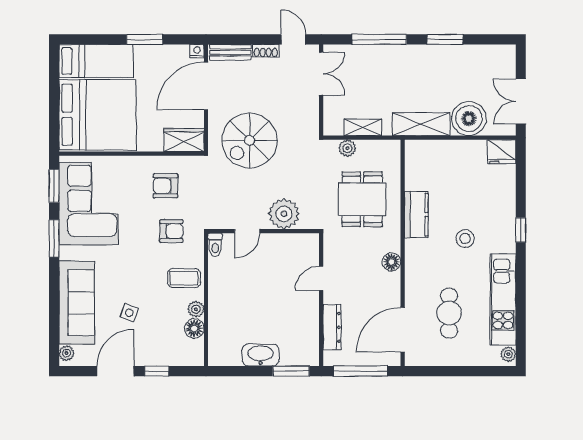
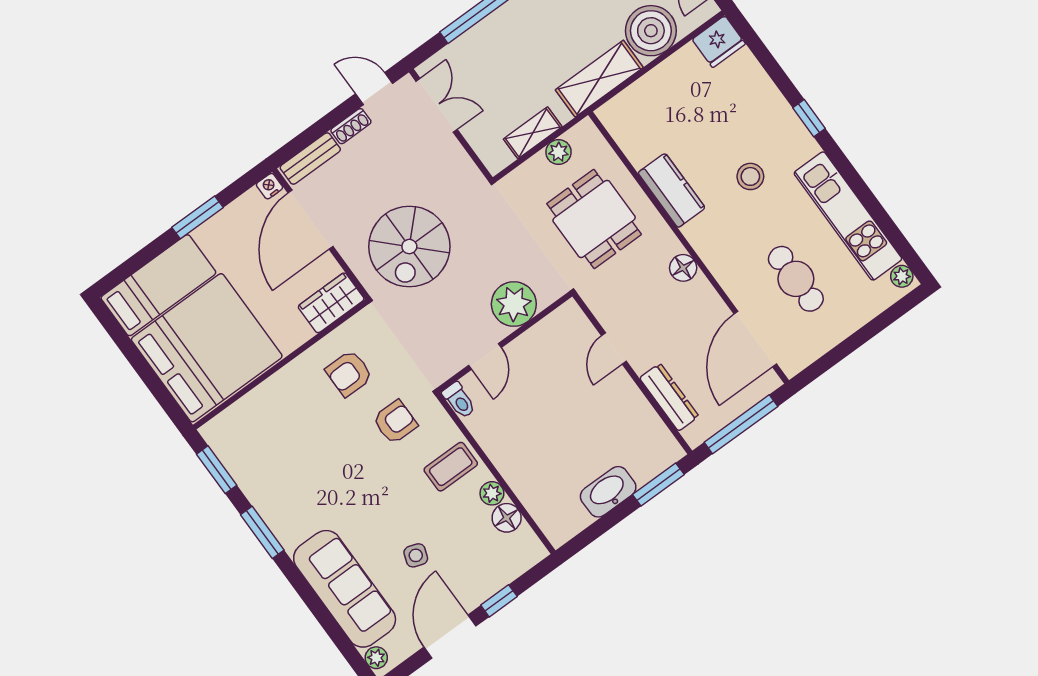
plant: (347, 148) -> (559, 152), moved
corner sofa: (89, 204) -> (273, 461), removed

